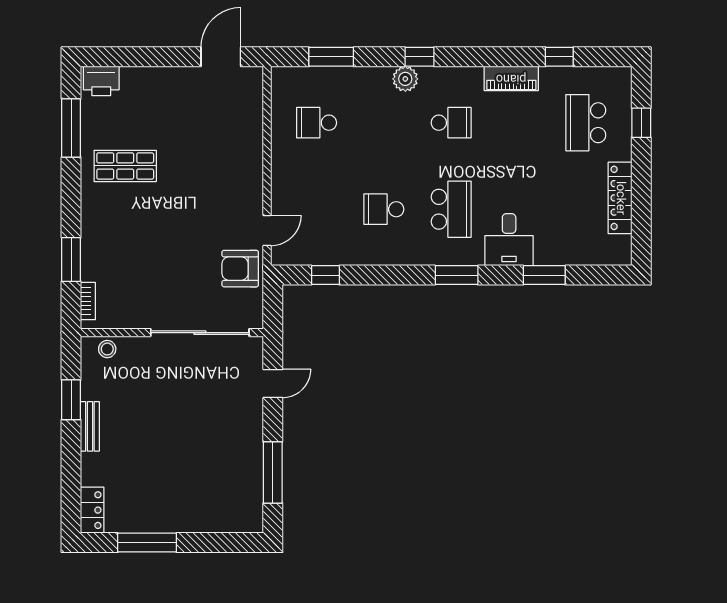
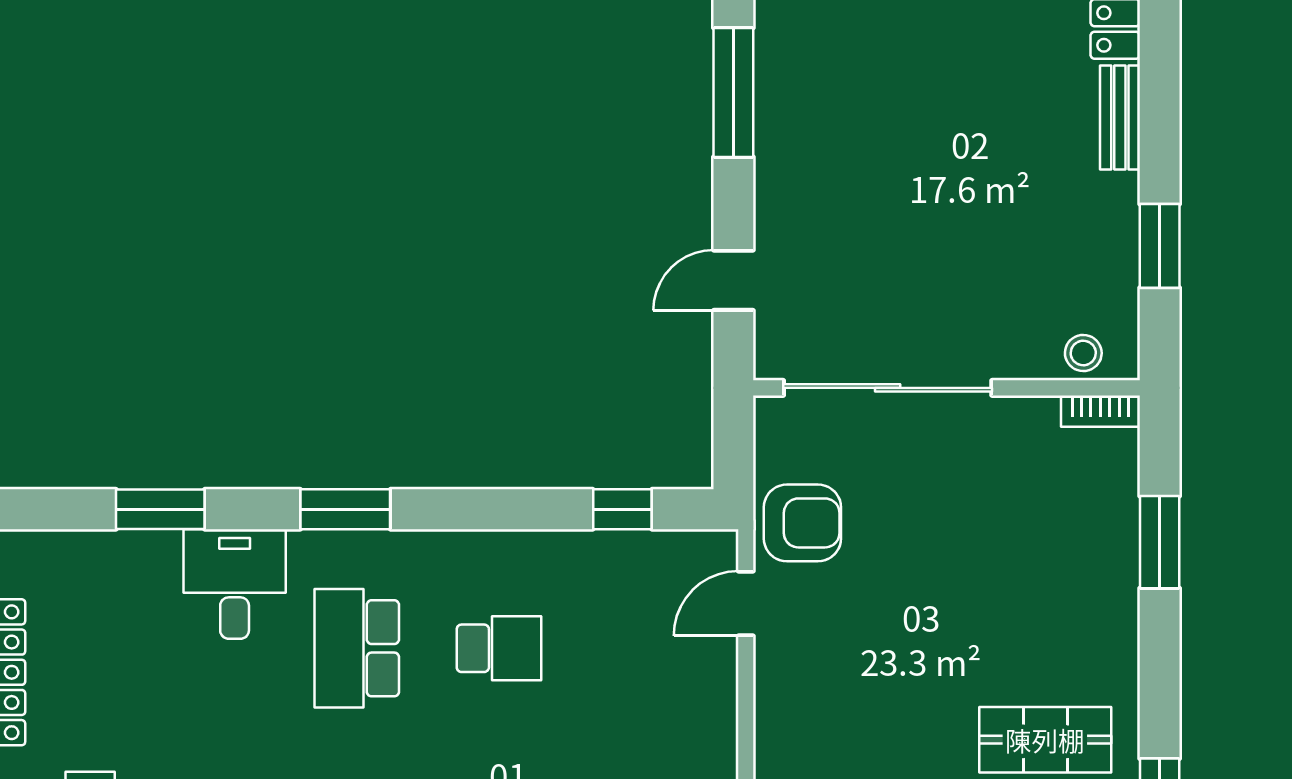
bookcase: (88, 301) -> (1100, 411), moved, turned -90
bench: (90, 426) -> (1120, 117), moved

